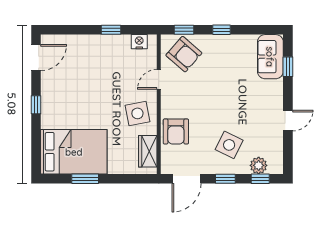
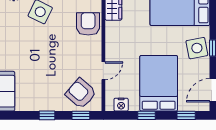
window: (67, 30) -> (186, 115), added
bed: (97, 65) -> (159, 83), added
side table: (137, 113) -> (197, 48), moved

